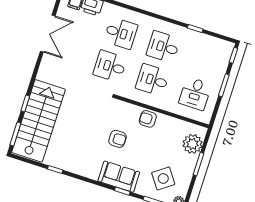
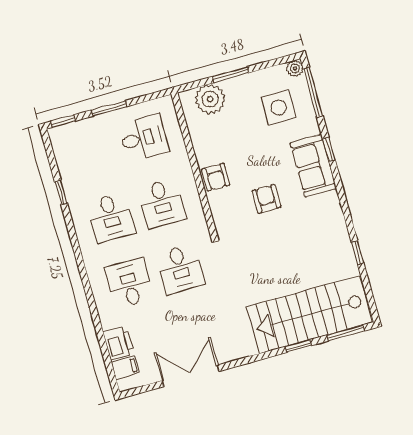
side table: (163, 179) -> (279, 108), turned 36

